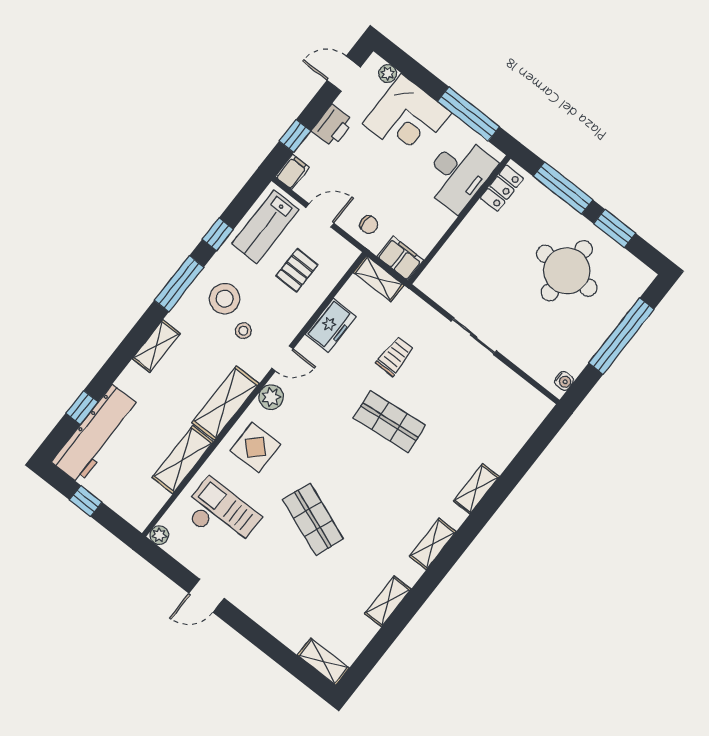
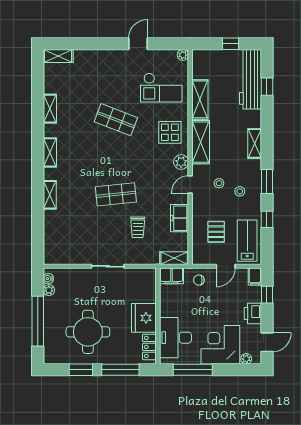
fridge: (479, 232) -> (144, 318), added
window: (179, 284) -> (267, 182), width x0.69
stool: (225, 299) -> (240, 191), width x0.53, depth x0.53
plant: (575, 365) -> (49, 290), added

